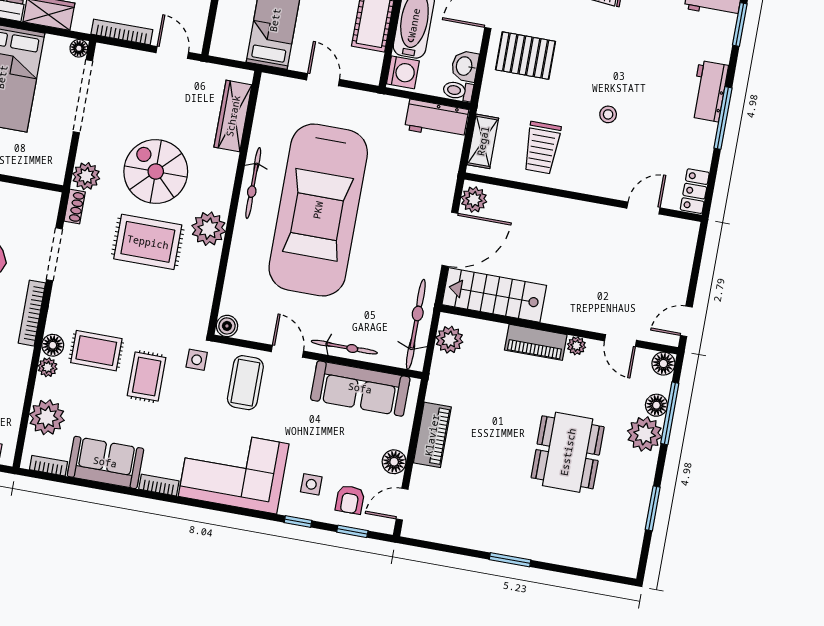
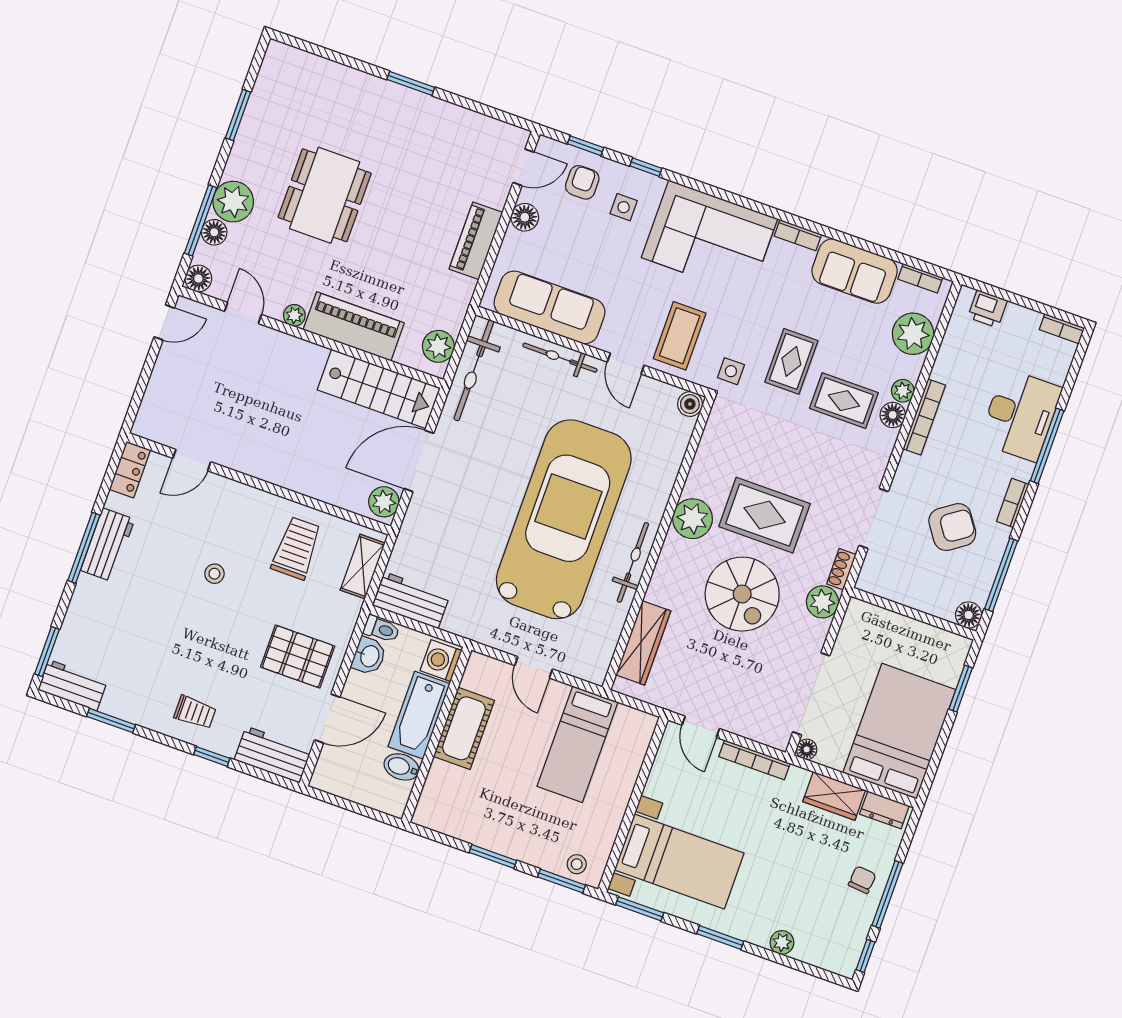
workbench: (709, 91) -> (108, 545), moved
bookcase: (32, 313) -> (924, 417), moved
piano: (536, 342) -> (354, 326), width x1.37, depth x1.33

